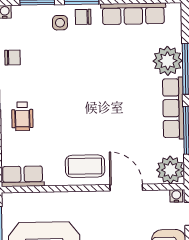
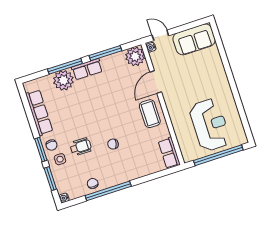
chair: (58, 102) -> (113, 144), added
row of seats: (173, 108) -> (87, 69), width x0.68
wheelchair: (22, 116) -> (81, 147), moved

